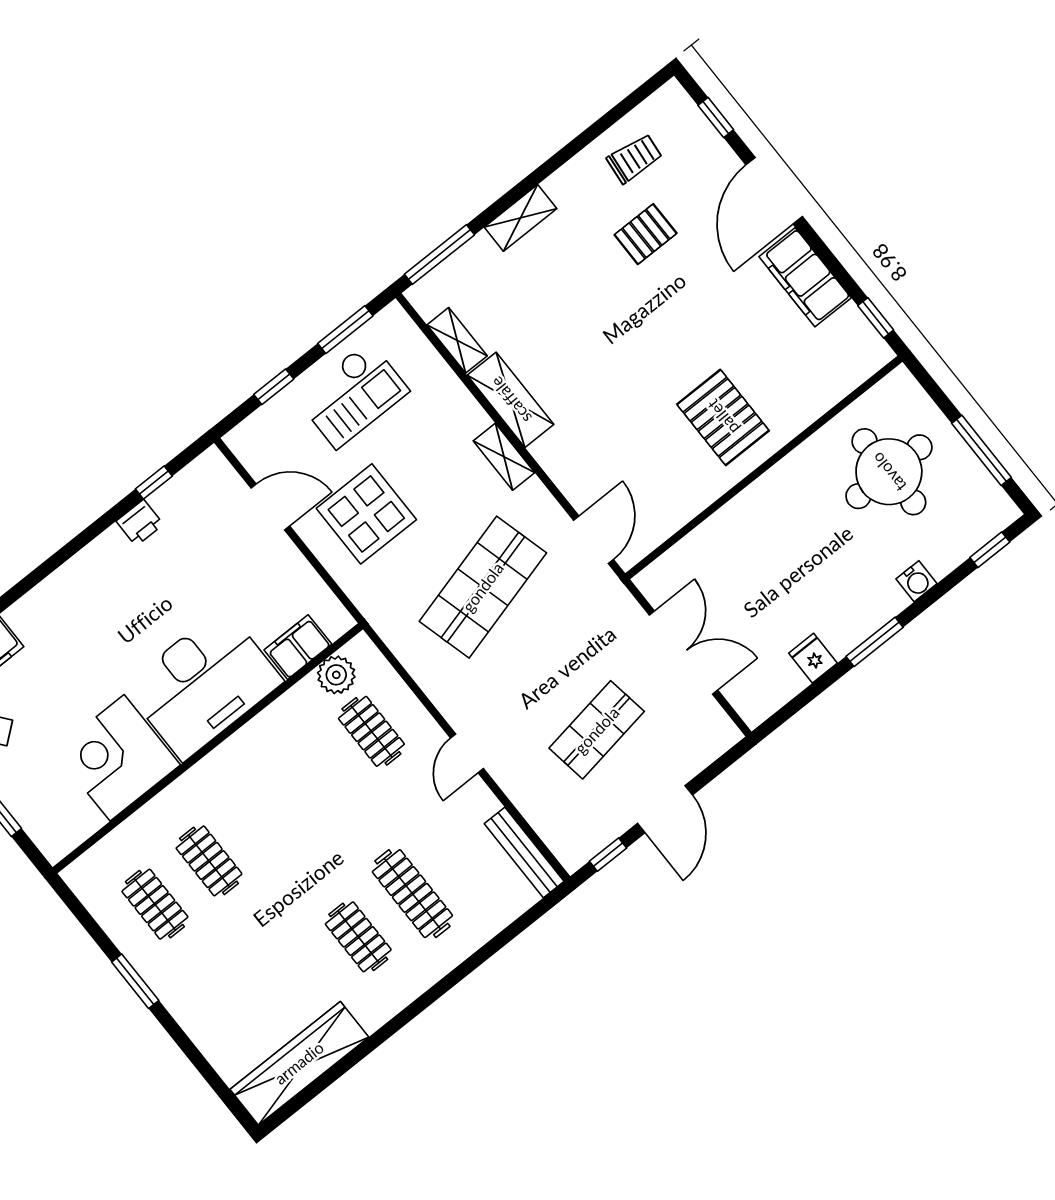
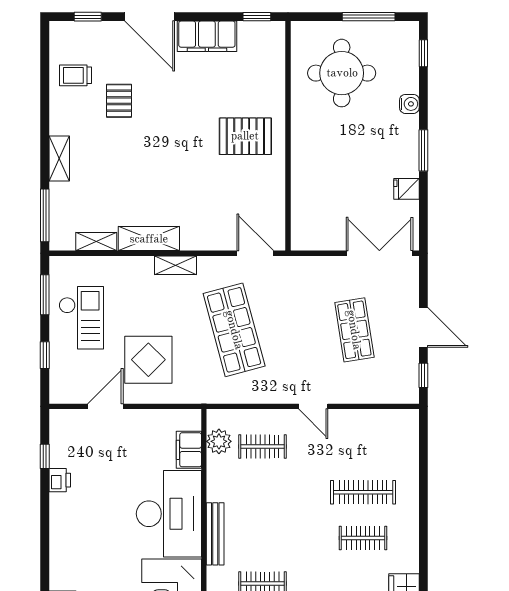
trolley: (634, 158) -> (76, 75), turned -96
double door: (684, 653) -> (379, 253), moved
bench: (524, 853) -> (215, 534), moved, turned 90

